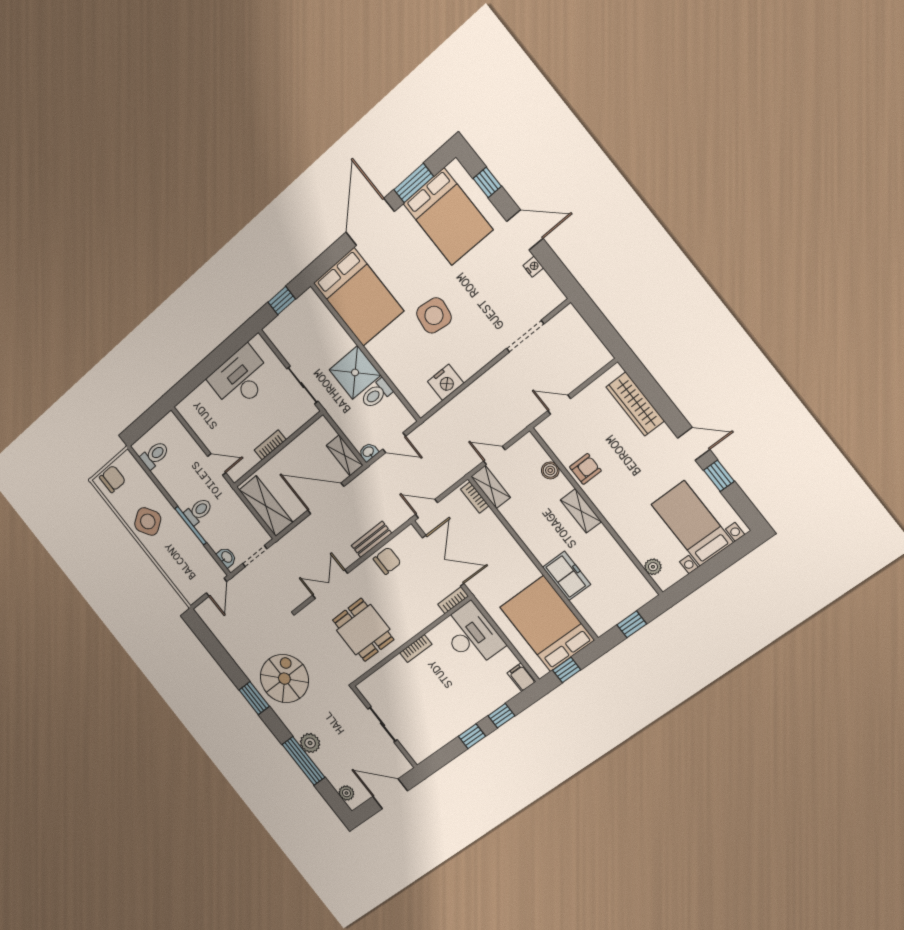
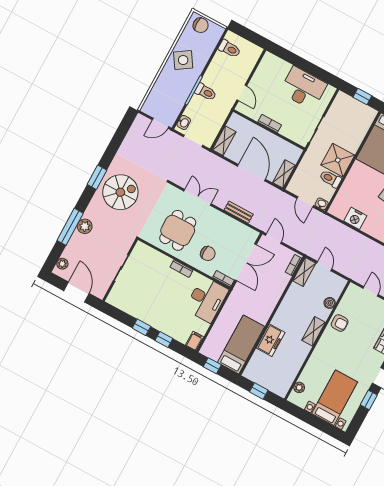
washbasin: (368, 452) -> (322, 204), moved
shelving: (266, 506) -> (224, 141), width x0.67, depth x0.75
chair: (387, 561) -> (208, 253), moved
bed: (547, 624) -> (241, 345), width x0.67

